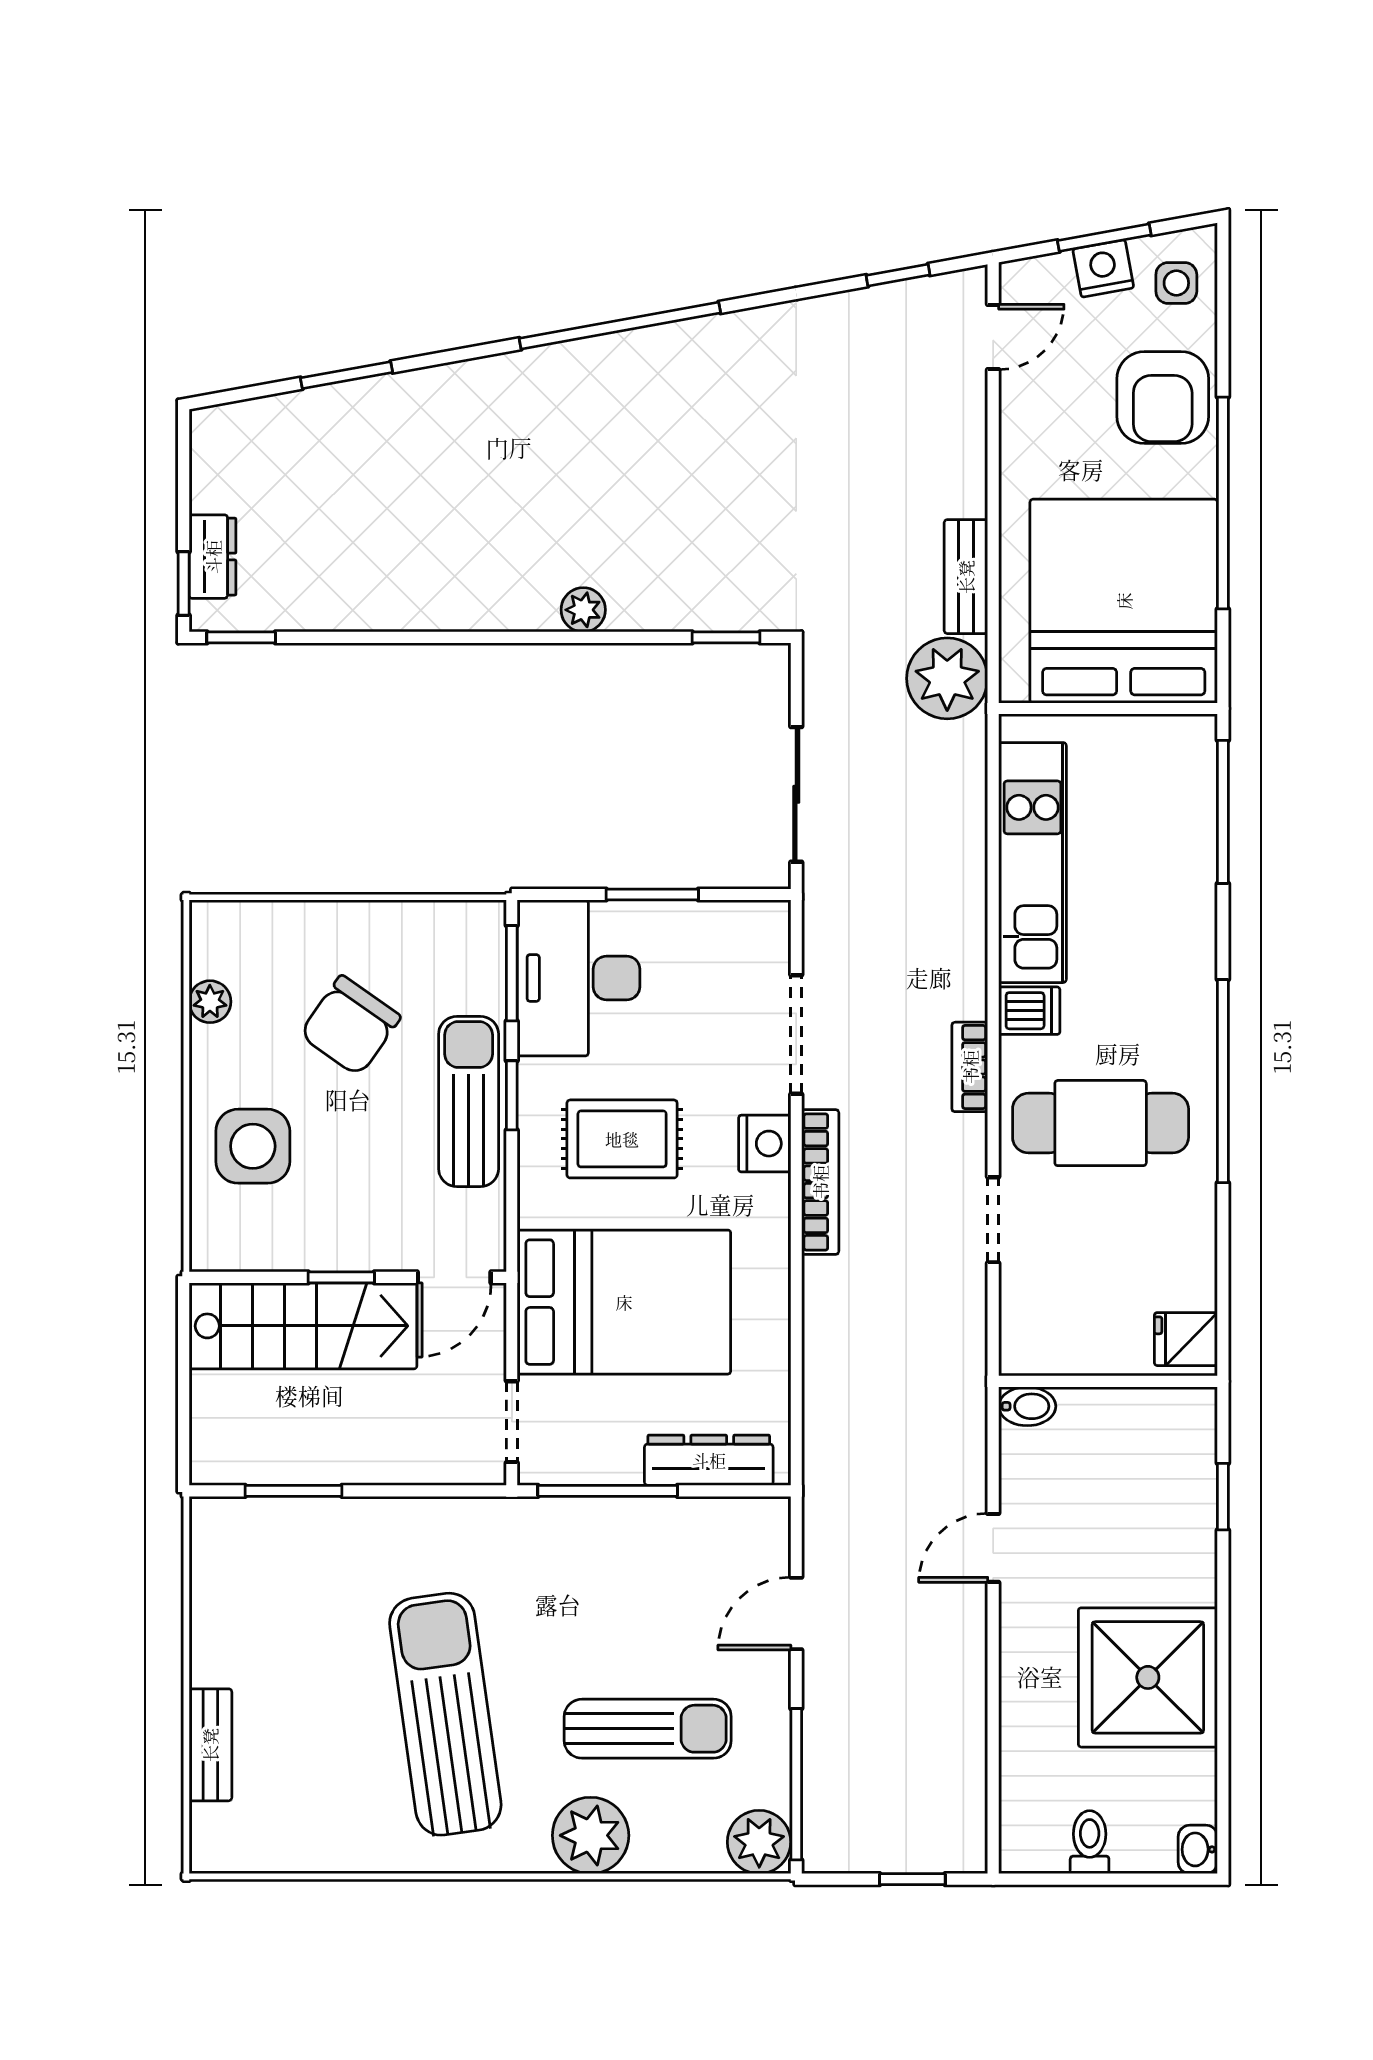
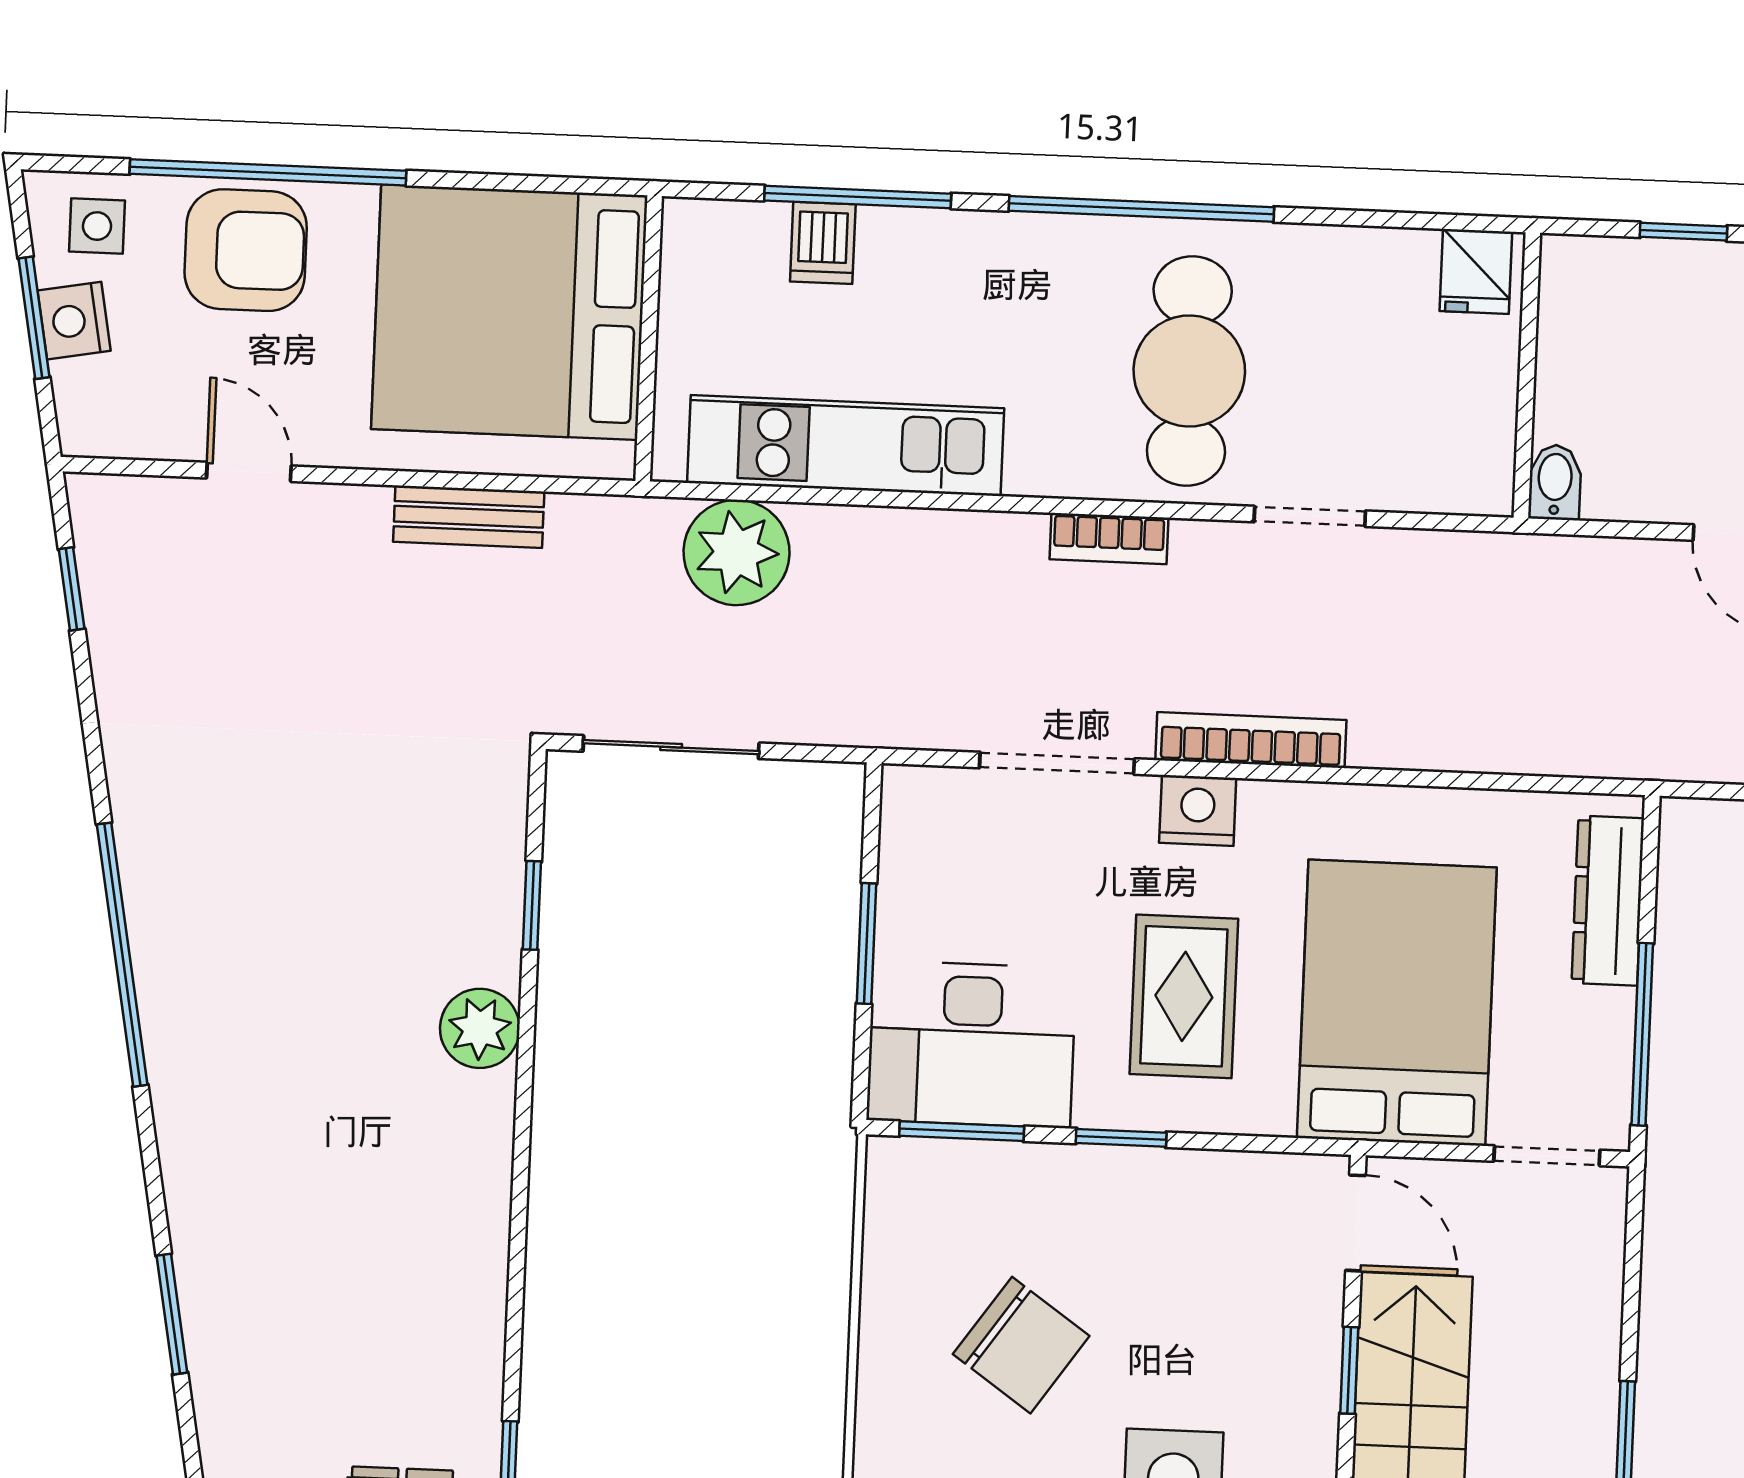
door: (993, 337) -> (249, 472), moved
window: (1223, 503) -> (268, 172), moved
plant: (583, 610) -> (480, 1028), width x1.38, depth x1.38
window: (726, 637) -> (532, 905), moved
plant: (947, 678) -> (737, 552), moved
sliding door: (796, 794) -> (671, 747), moved
window: (1223, 812) -> (858, 197), moved
dishwasher: (1029, 1011) -> (823, 243), moved, turned 180
sun lounger: (469, 1101) -> (1127, 1195), removed

